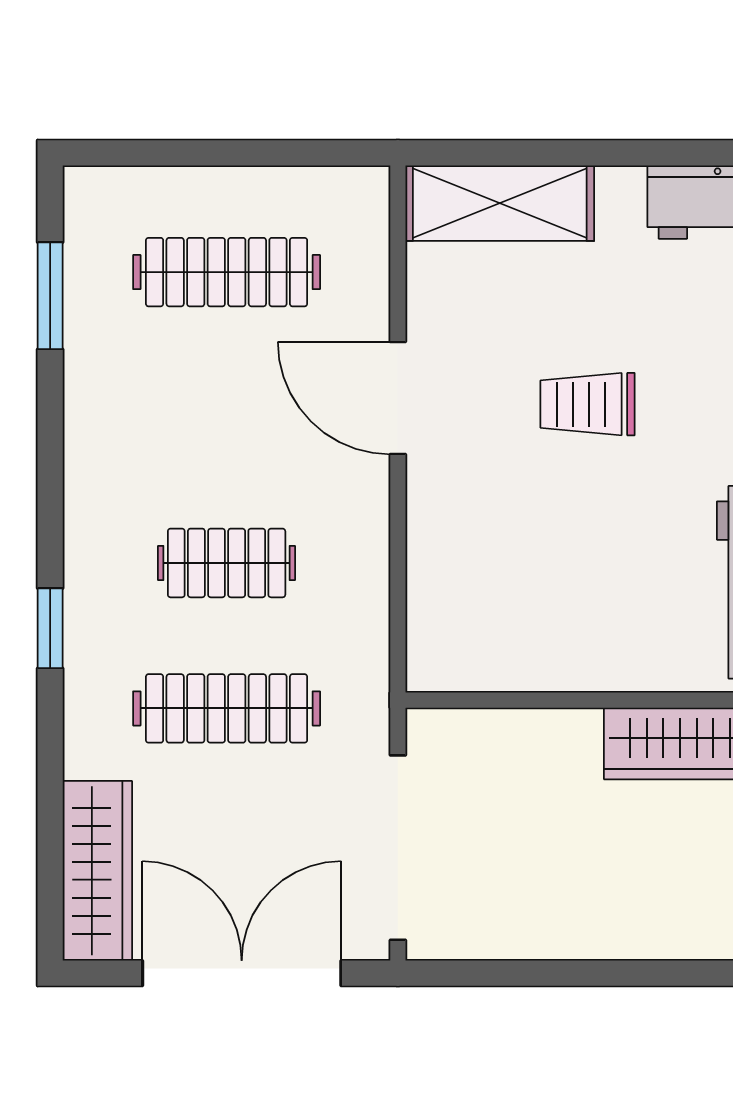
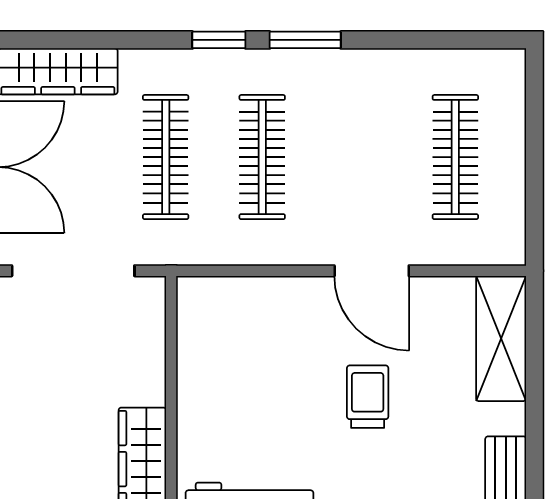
window: (50, 296) -> (305, 40), moved
door: (398, 398) -> (372, 271), swing flipped
clothes rail: (227, 563) -> (262, 157), width x1.36

